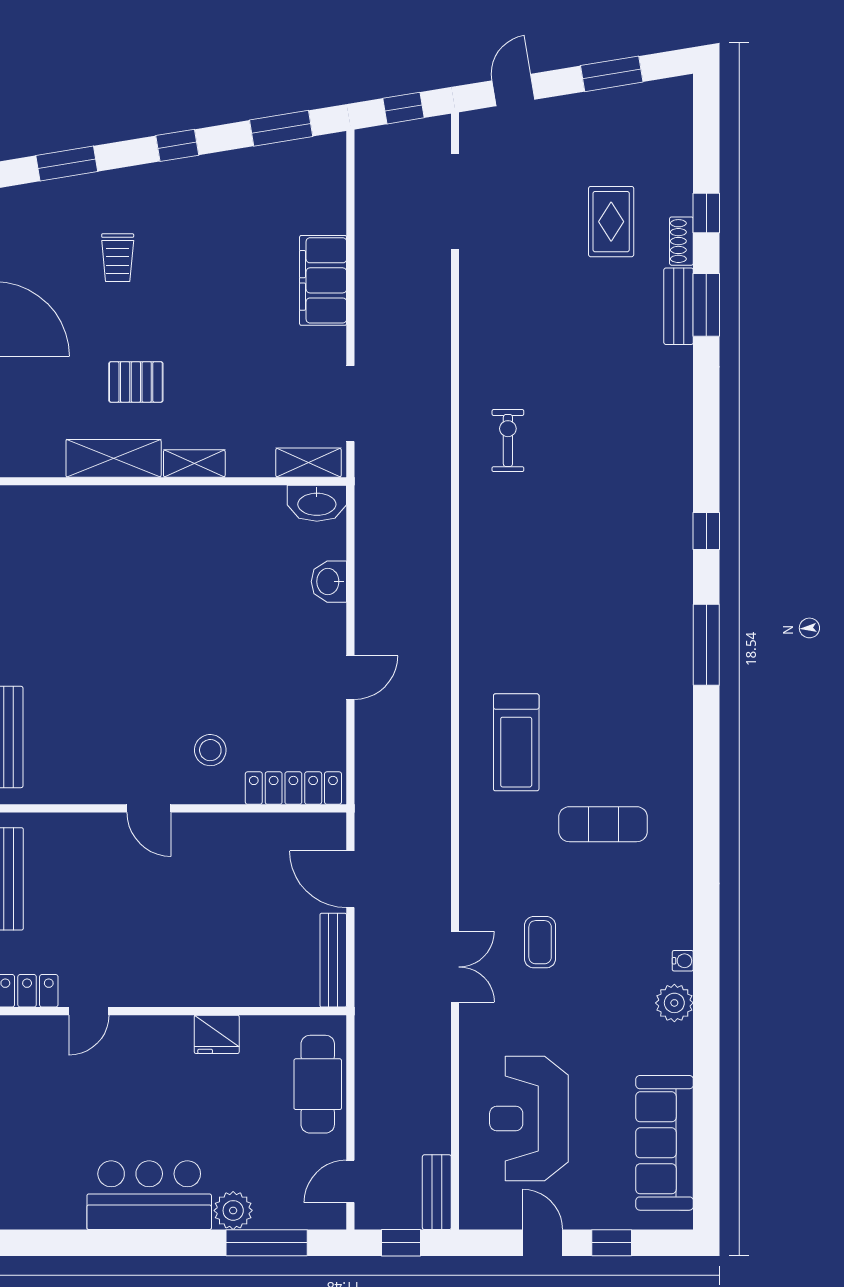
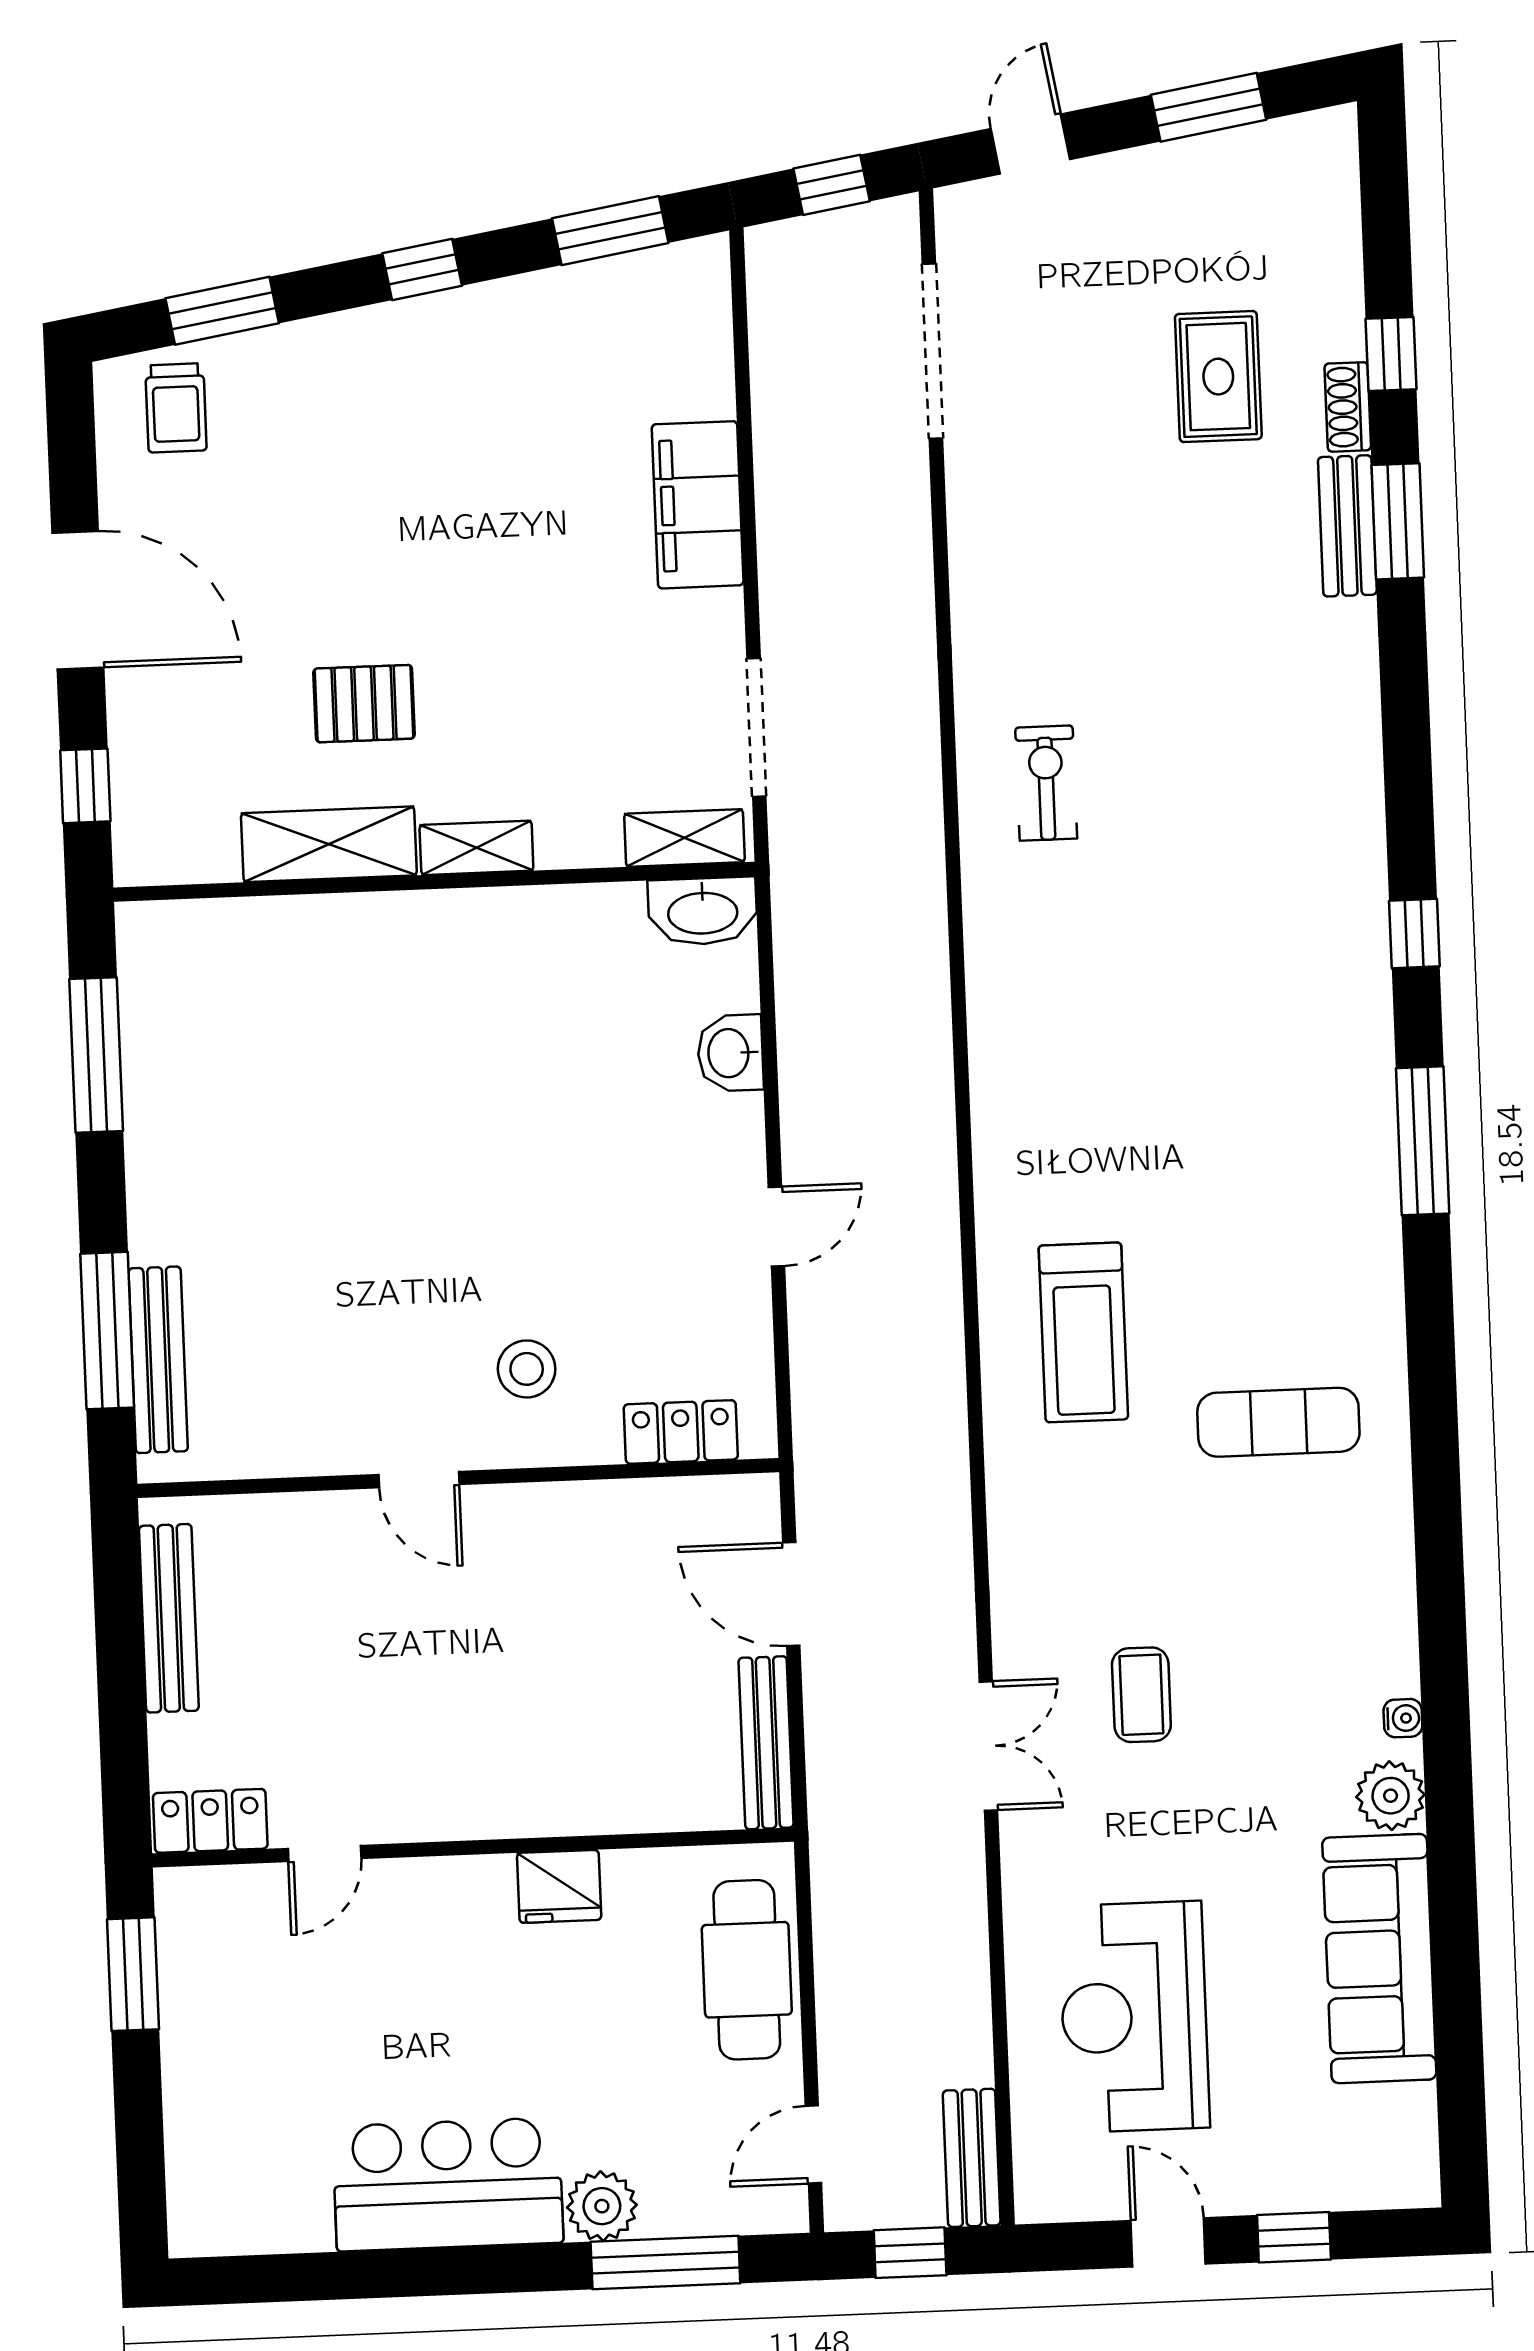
trolley: (118, 258) -> (176, 408), moved
locker: (293, 788) -> (681, 1432), width x0.66
exercise mat: (603, 824) -> (1278, 1422), moved
sofa: (665, 1143) -> (1379, 1959), moved

